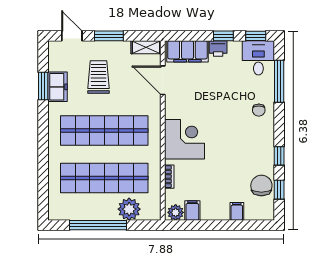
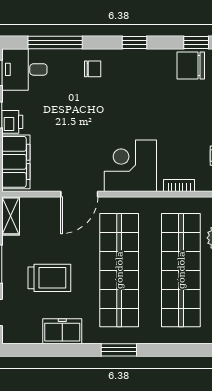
trolley: (98, 77) -> (49, 278), turned 180
door: (163, 80) -> (79, 194), moved
window: (43, 86) -> (119, 350), moved
window: (279, 156) -> (134, 43), moved

